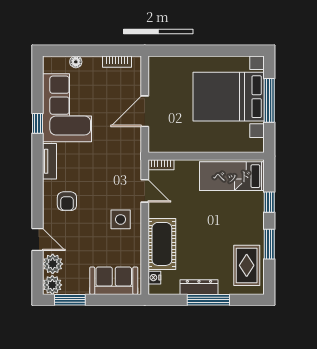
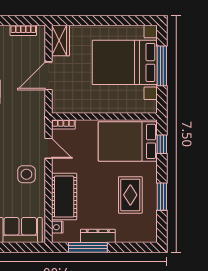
wardrobe: (158, 73) -> (61, 41), added
bed: (232, 176) -> (128, 141), width x1.50
window: (269, 202) -> (162, 144), moved
rug: (247, 265) -> (130, 195), moved
window: (208, 300) -> (88, 247), moved

